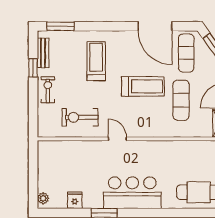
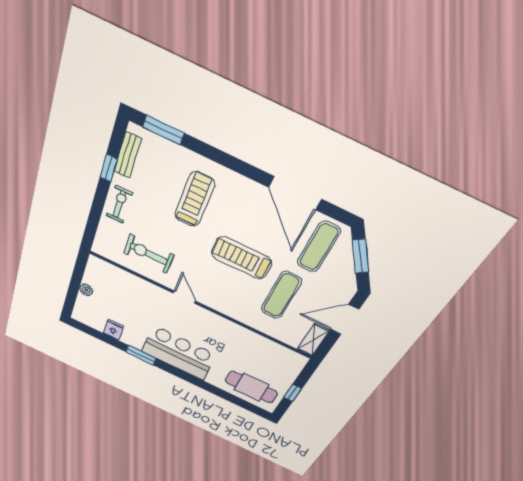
treadmill: (143, 86) -> (241, 258), turned 180
plant: (43, 198) -> (86, 290), moved

